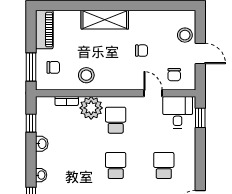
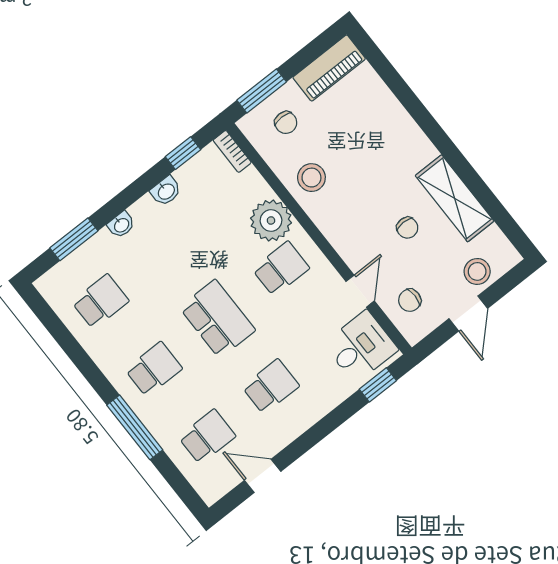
shelving: (105, 20) -> (455, 198), moved
bookcase: (67, 101) -> (232, 151), moved
school desk: (116, 165) -> (217, 319), width x1.85

